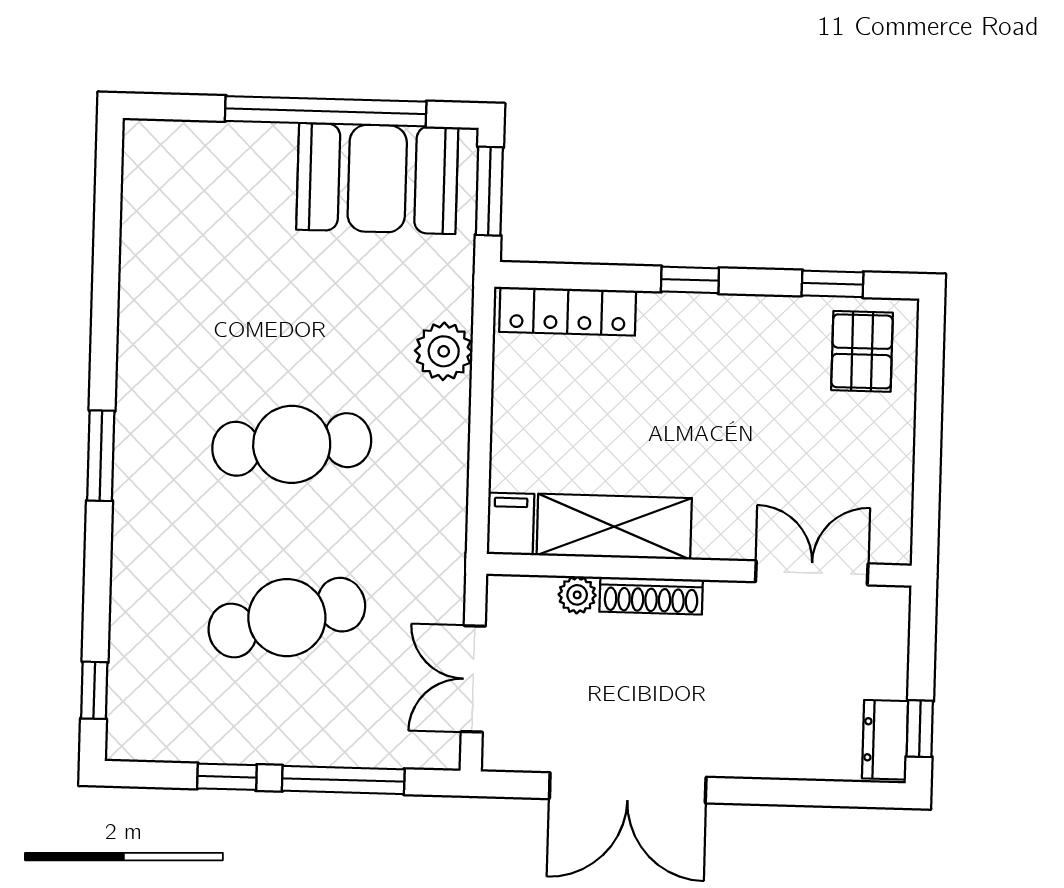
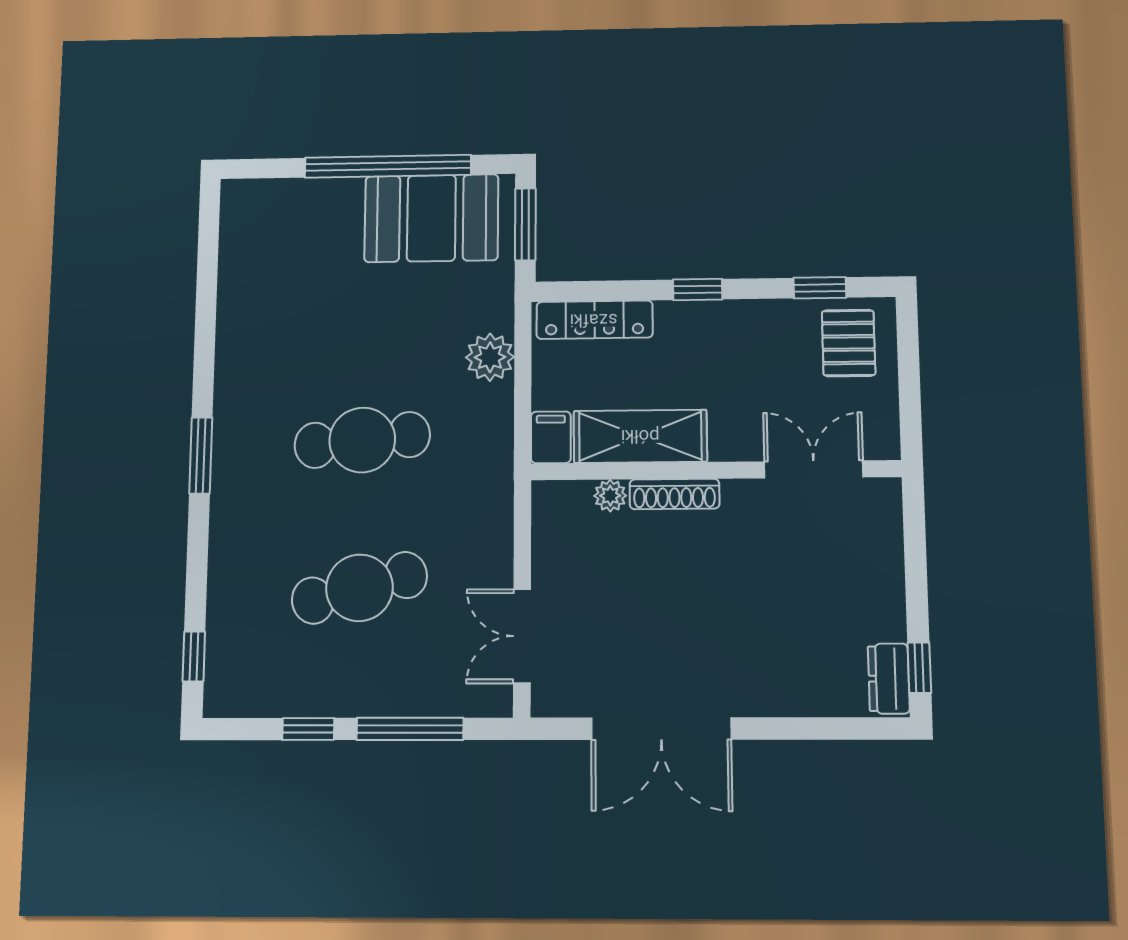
filing cabinet: (510, 524) -> (551, 437), moved
shelving: (614, 527) -> (640, 436), moved
wall: (699, 570) -> (715, 470), moved
double door: (812, 573) -> (814, 469), moved
plant: (577, 595) -> (610, 496), moved
shoe rack: (651, 596) -> (674, 494), moved

